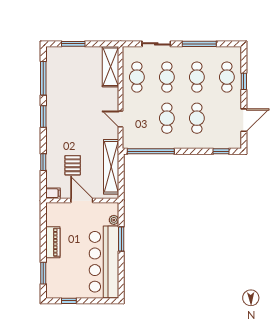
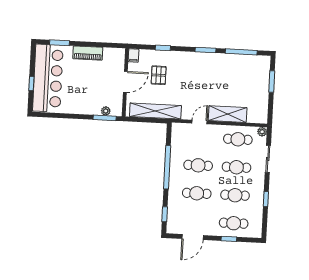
window: (199, 44) -> (266, 199), width x0.46
plant: (127, 52) -> (262, 132), added
shelving: (111, 67) -> (228, 114), moved
door: (244, 120) -> (193, 237), hinge flipped
window: (151, 151) -> (167, 167), moved
pallet: (73, 165) -> (159, 75), turned 90
window: (121, 239) -> (105, 118), moved
bar counter: (104, 262) -> (48, 78), moved, turned 90
window: (69, 301) -> (31, 84), moved

